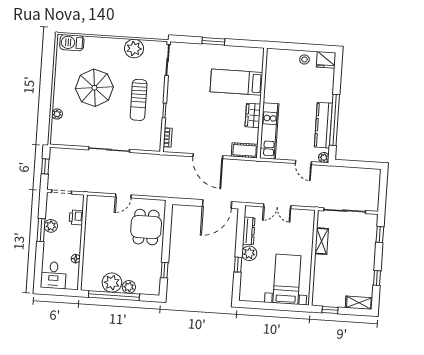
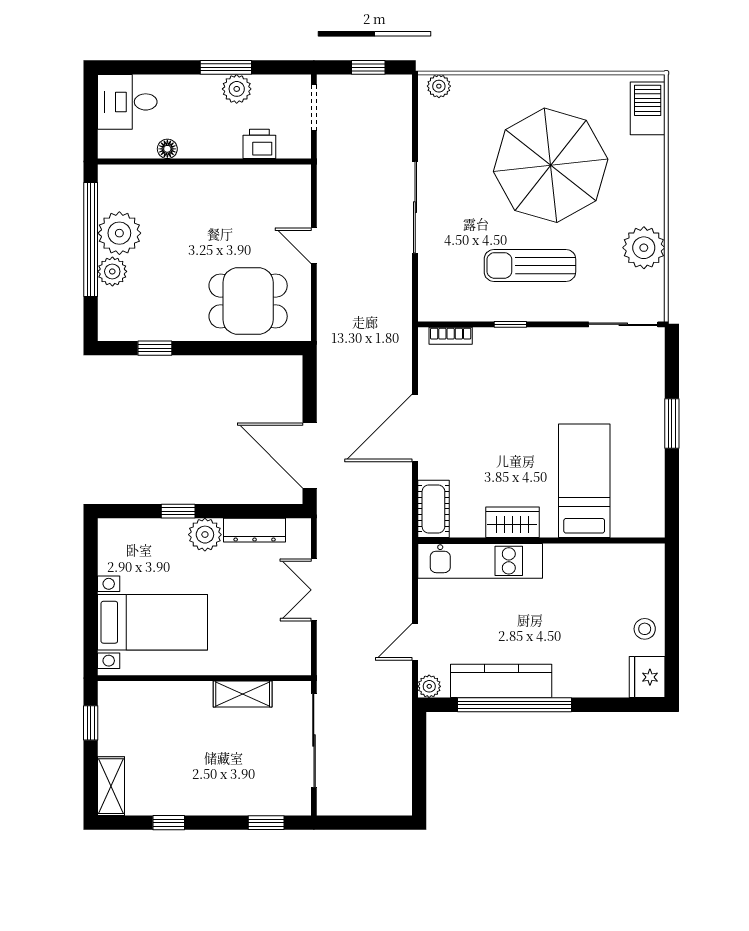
parasol: (94, 88) -> (551, 165), width x1.36, depth x1.36
plant: (57, 114) -> (439, 86), moved

